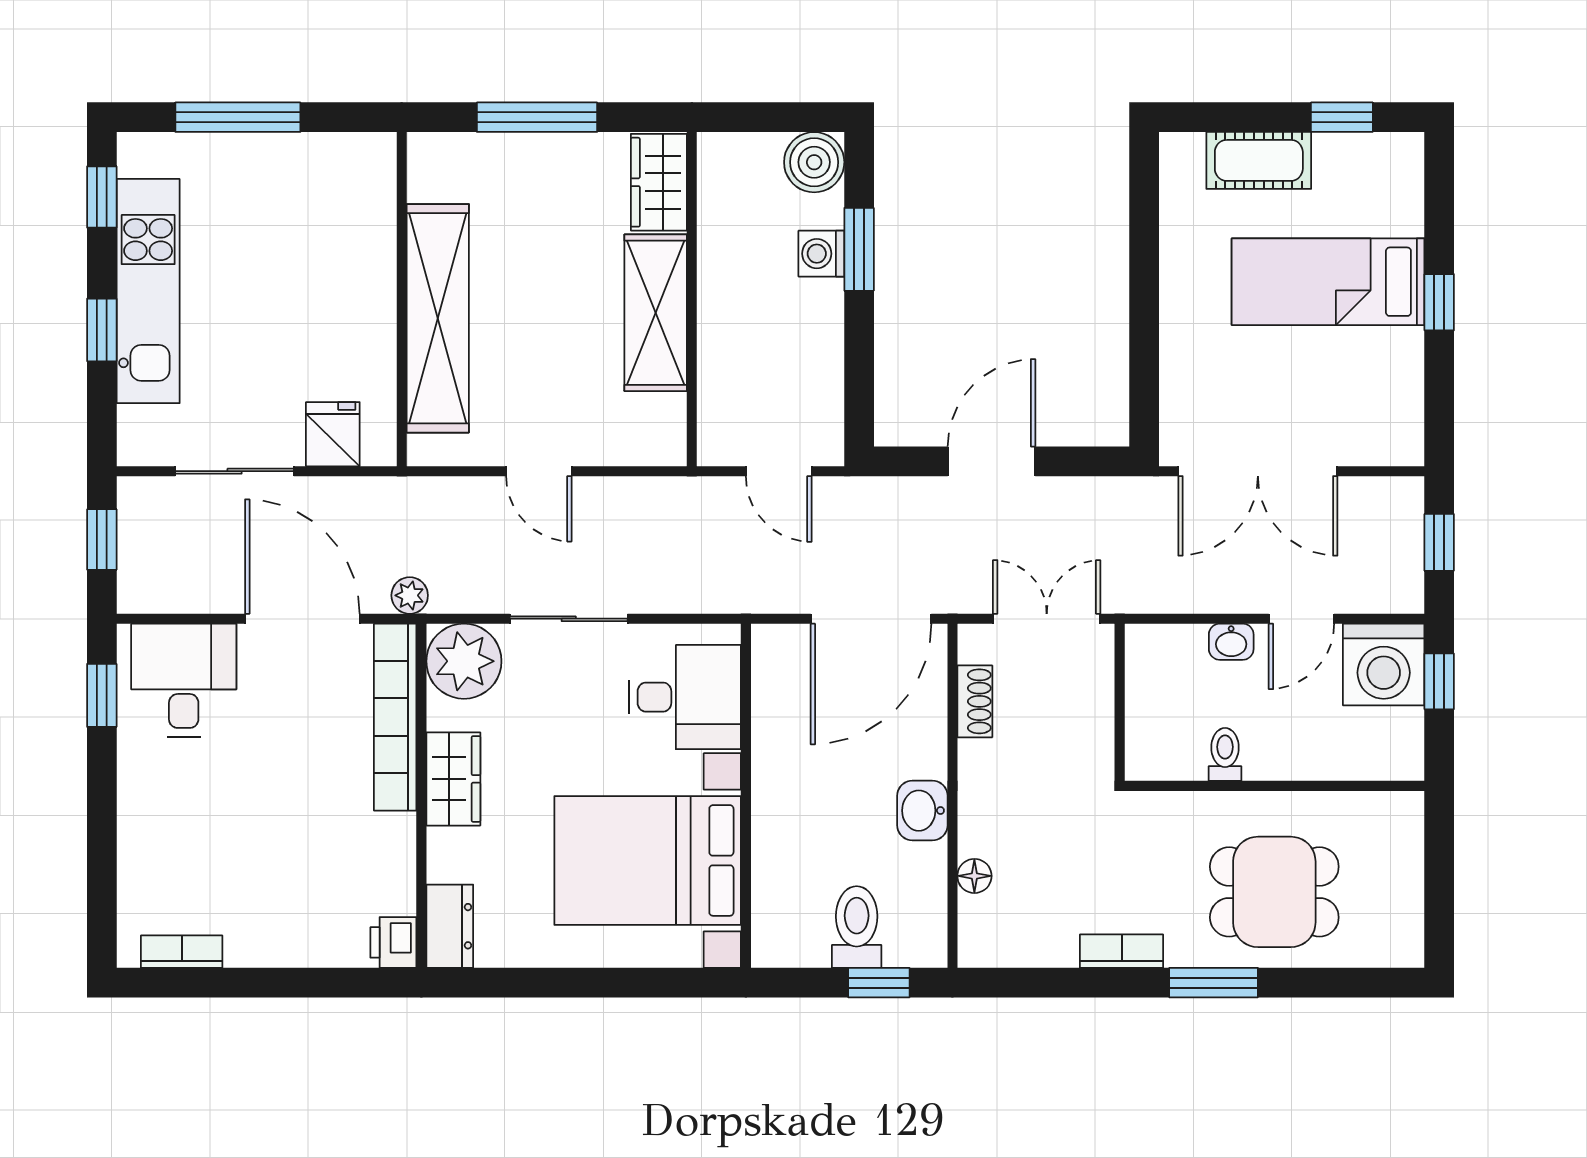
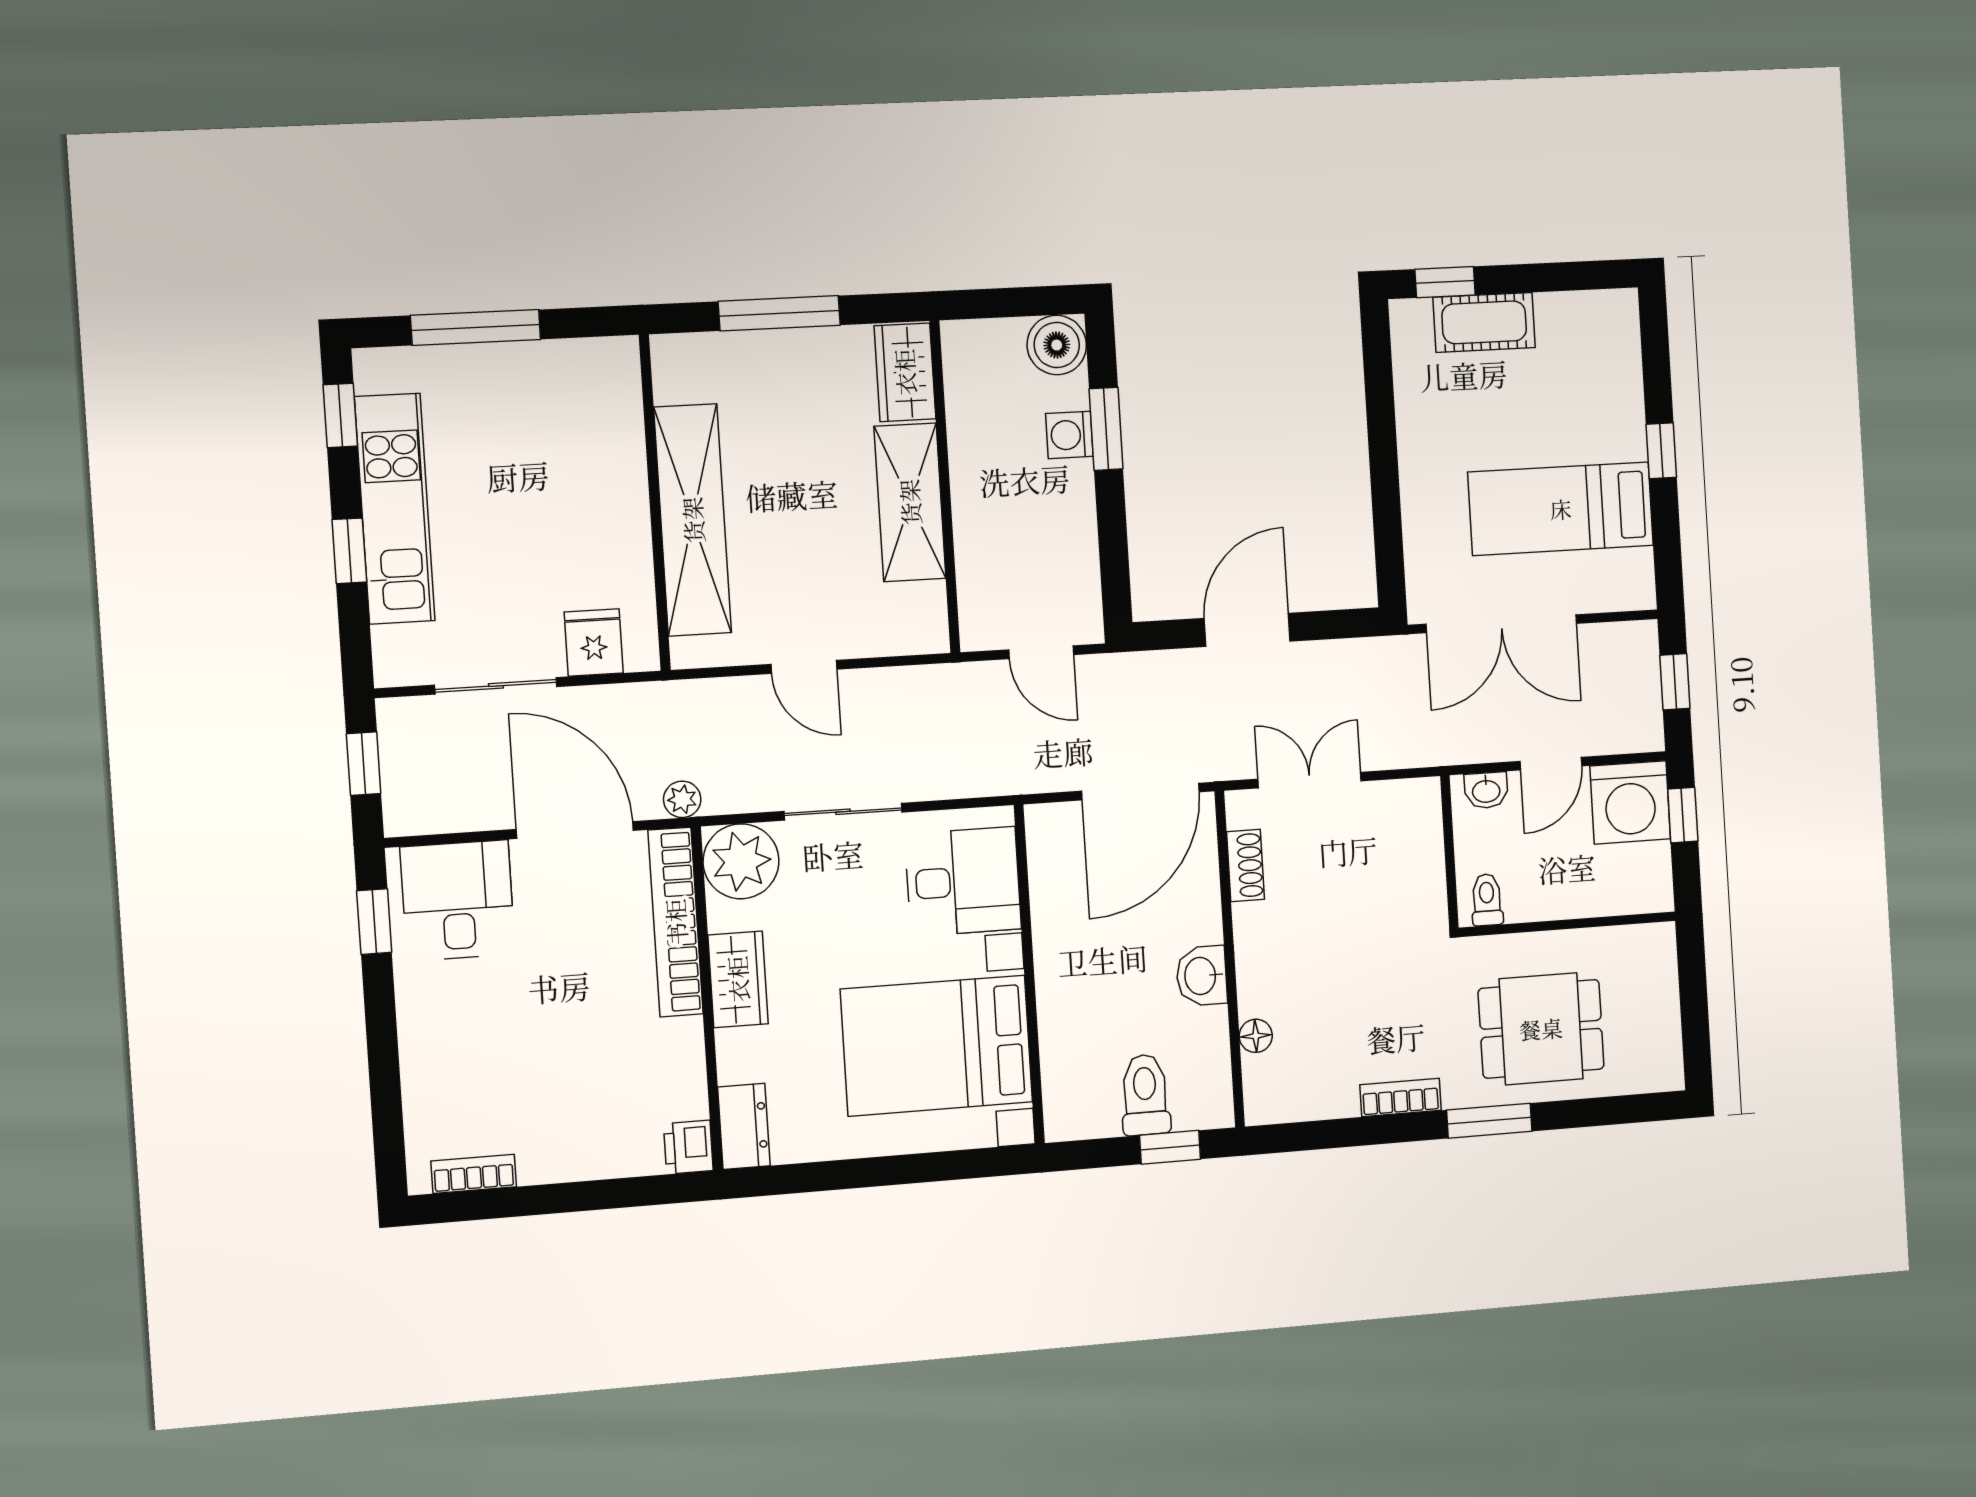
window: (1342, 117) -> (1445, 282), moved
bed: (1328, 282) -> (1561, 509), moved
wall: (1120, 702) -> (1449, 852), moved

